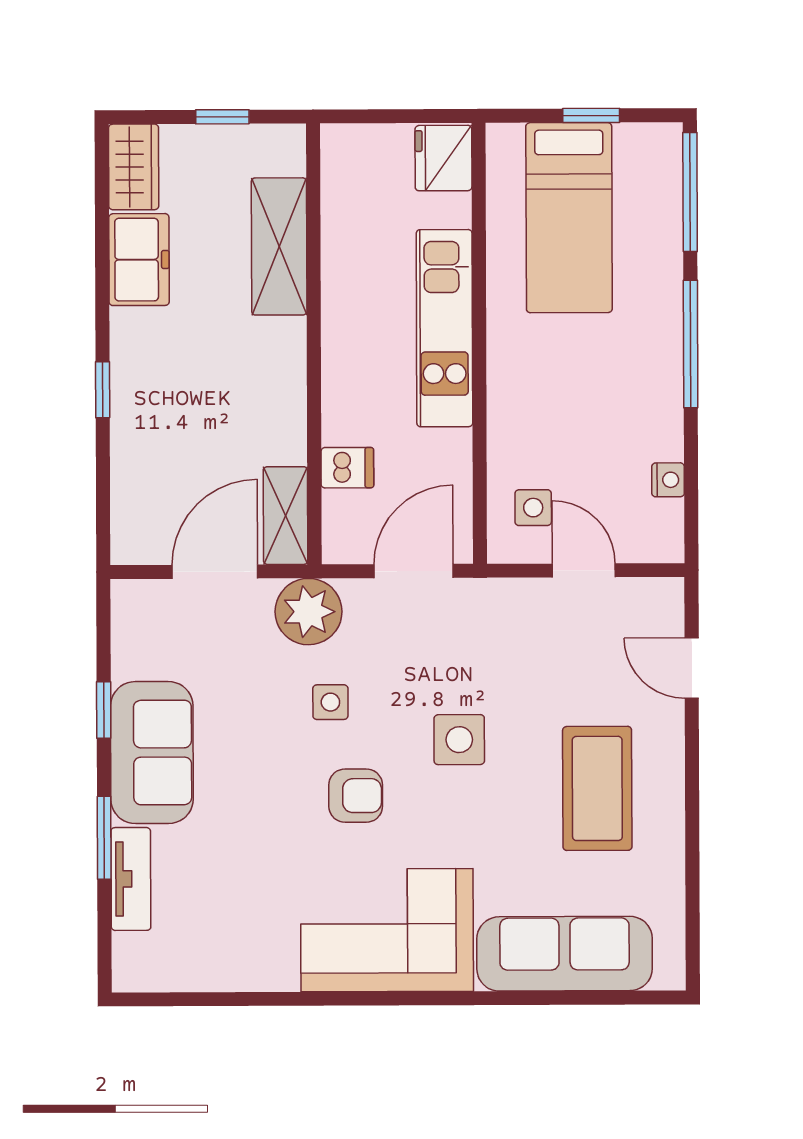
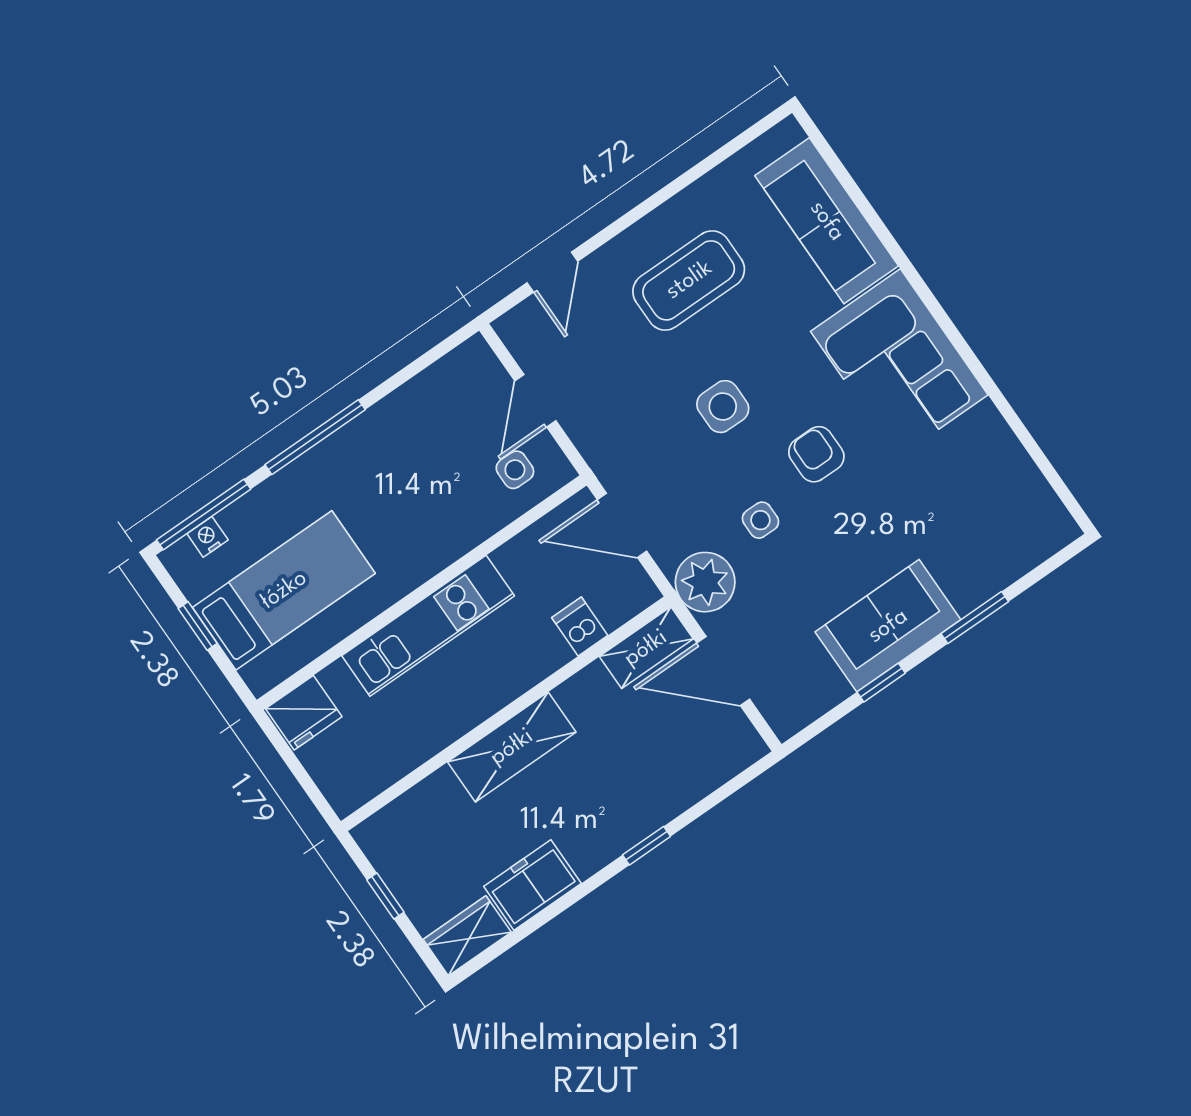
shelving: (279, 246) -> (512, 747), moved
nightstand: (668, 480) -> (208, 537), moved
tv unit: (131, 879) -> (991, 577), removed

